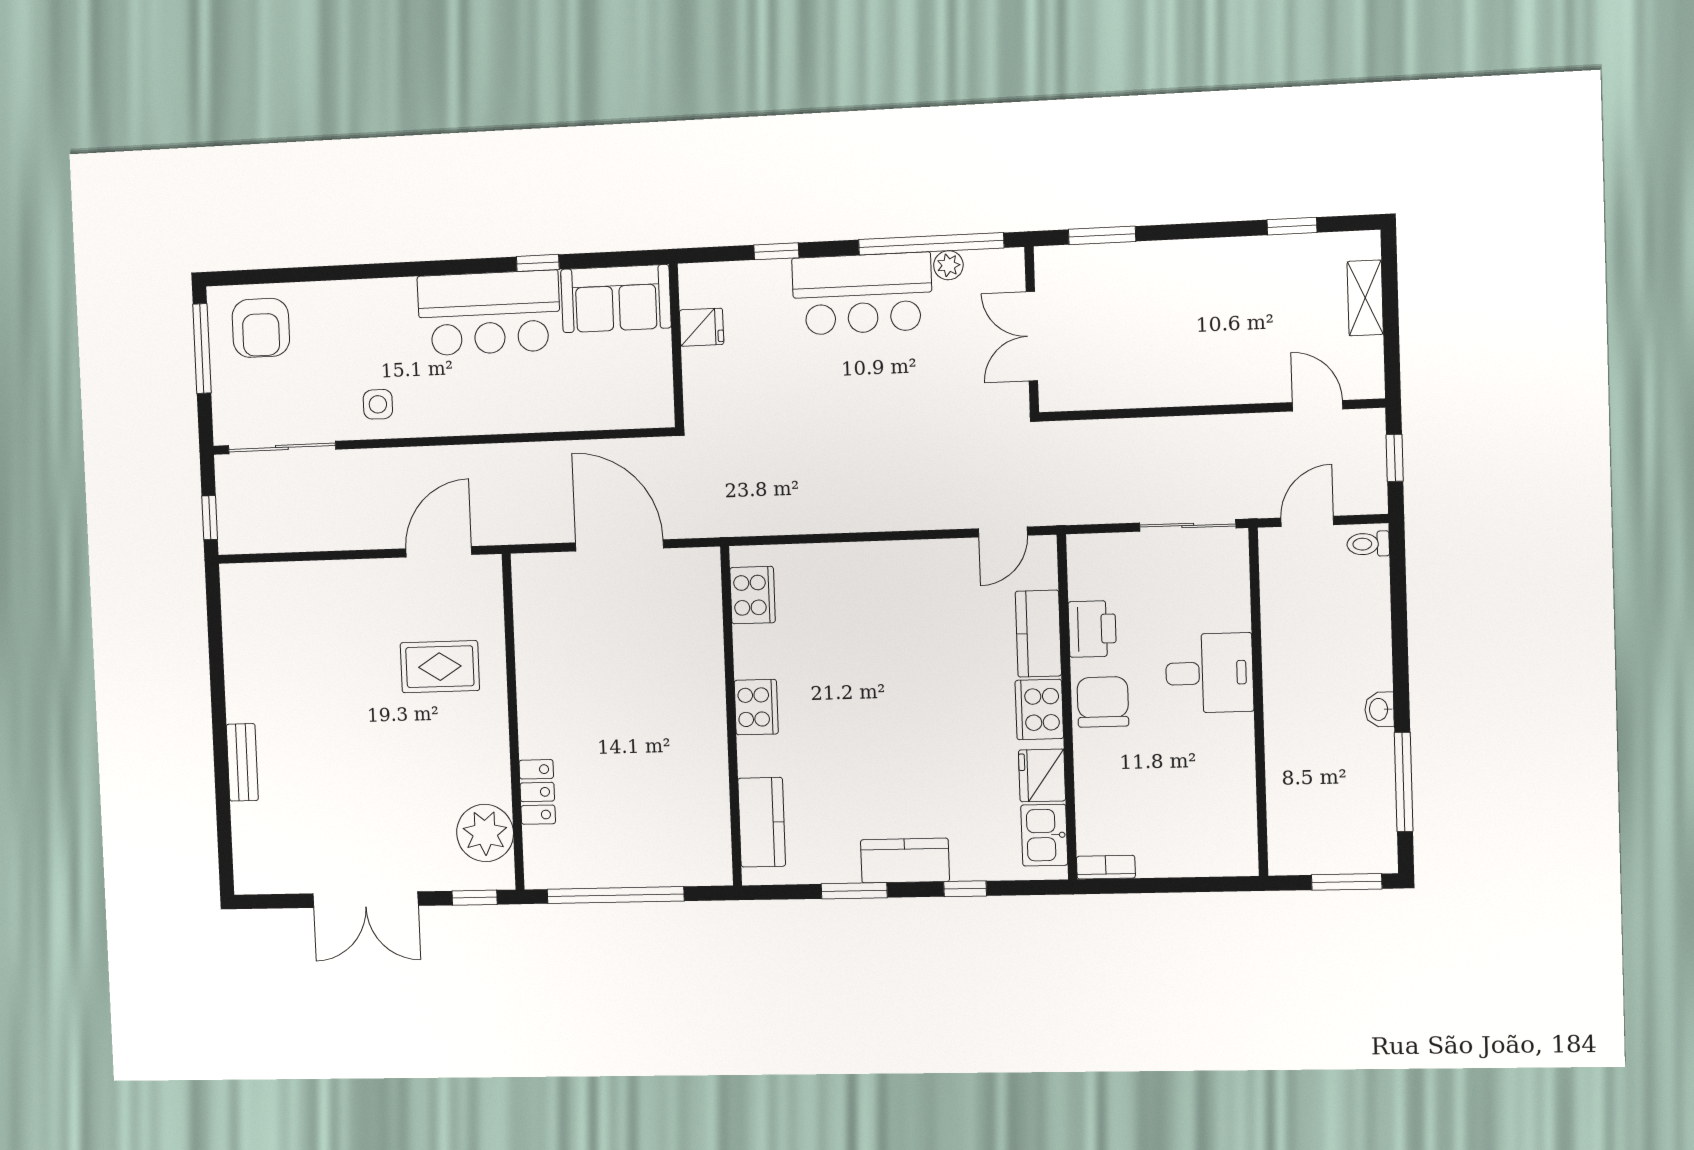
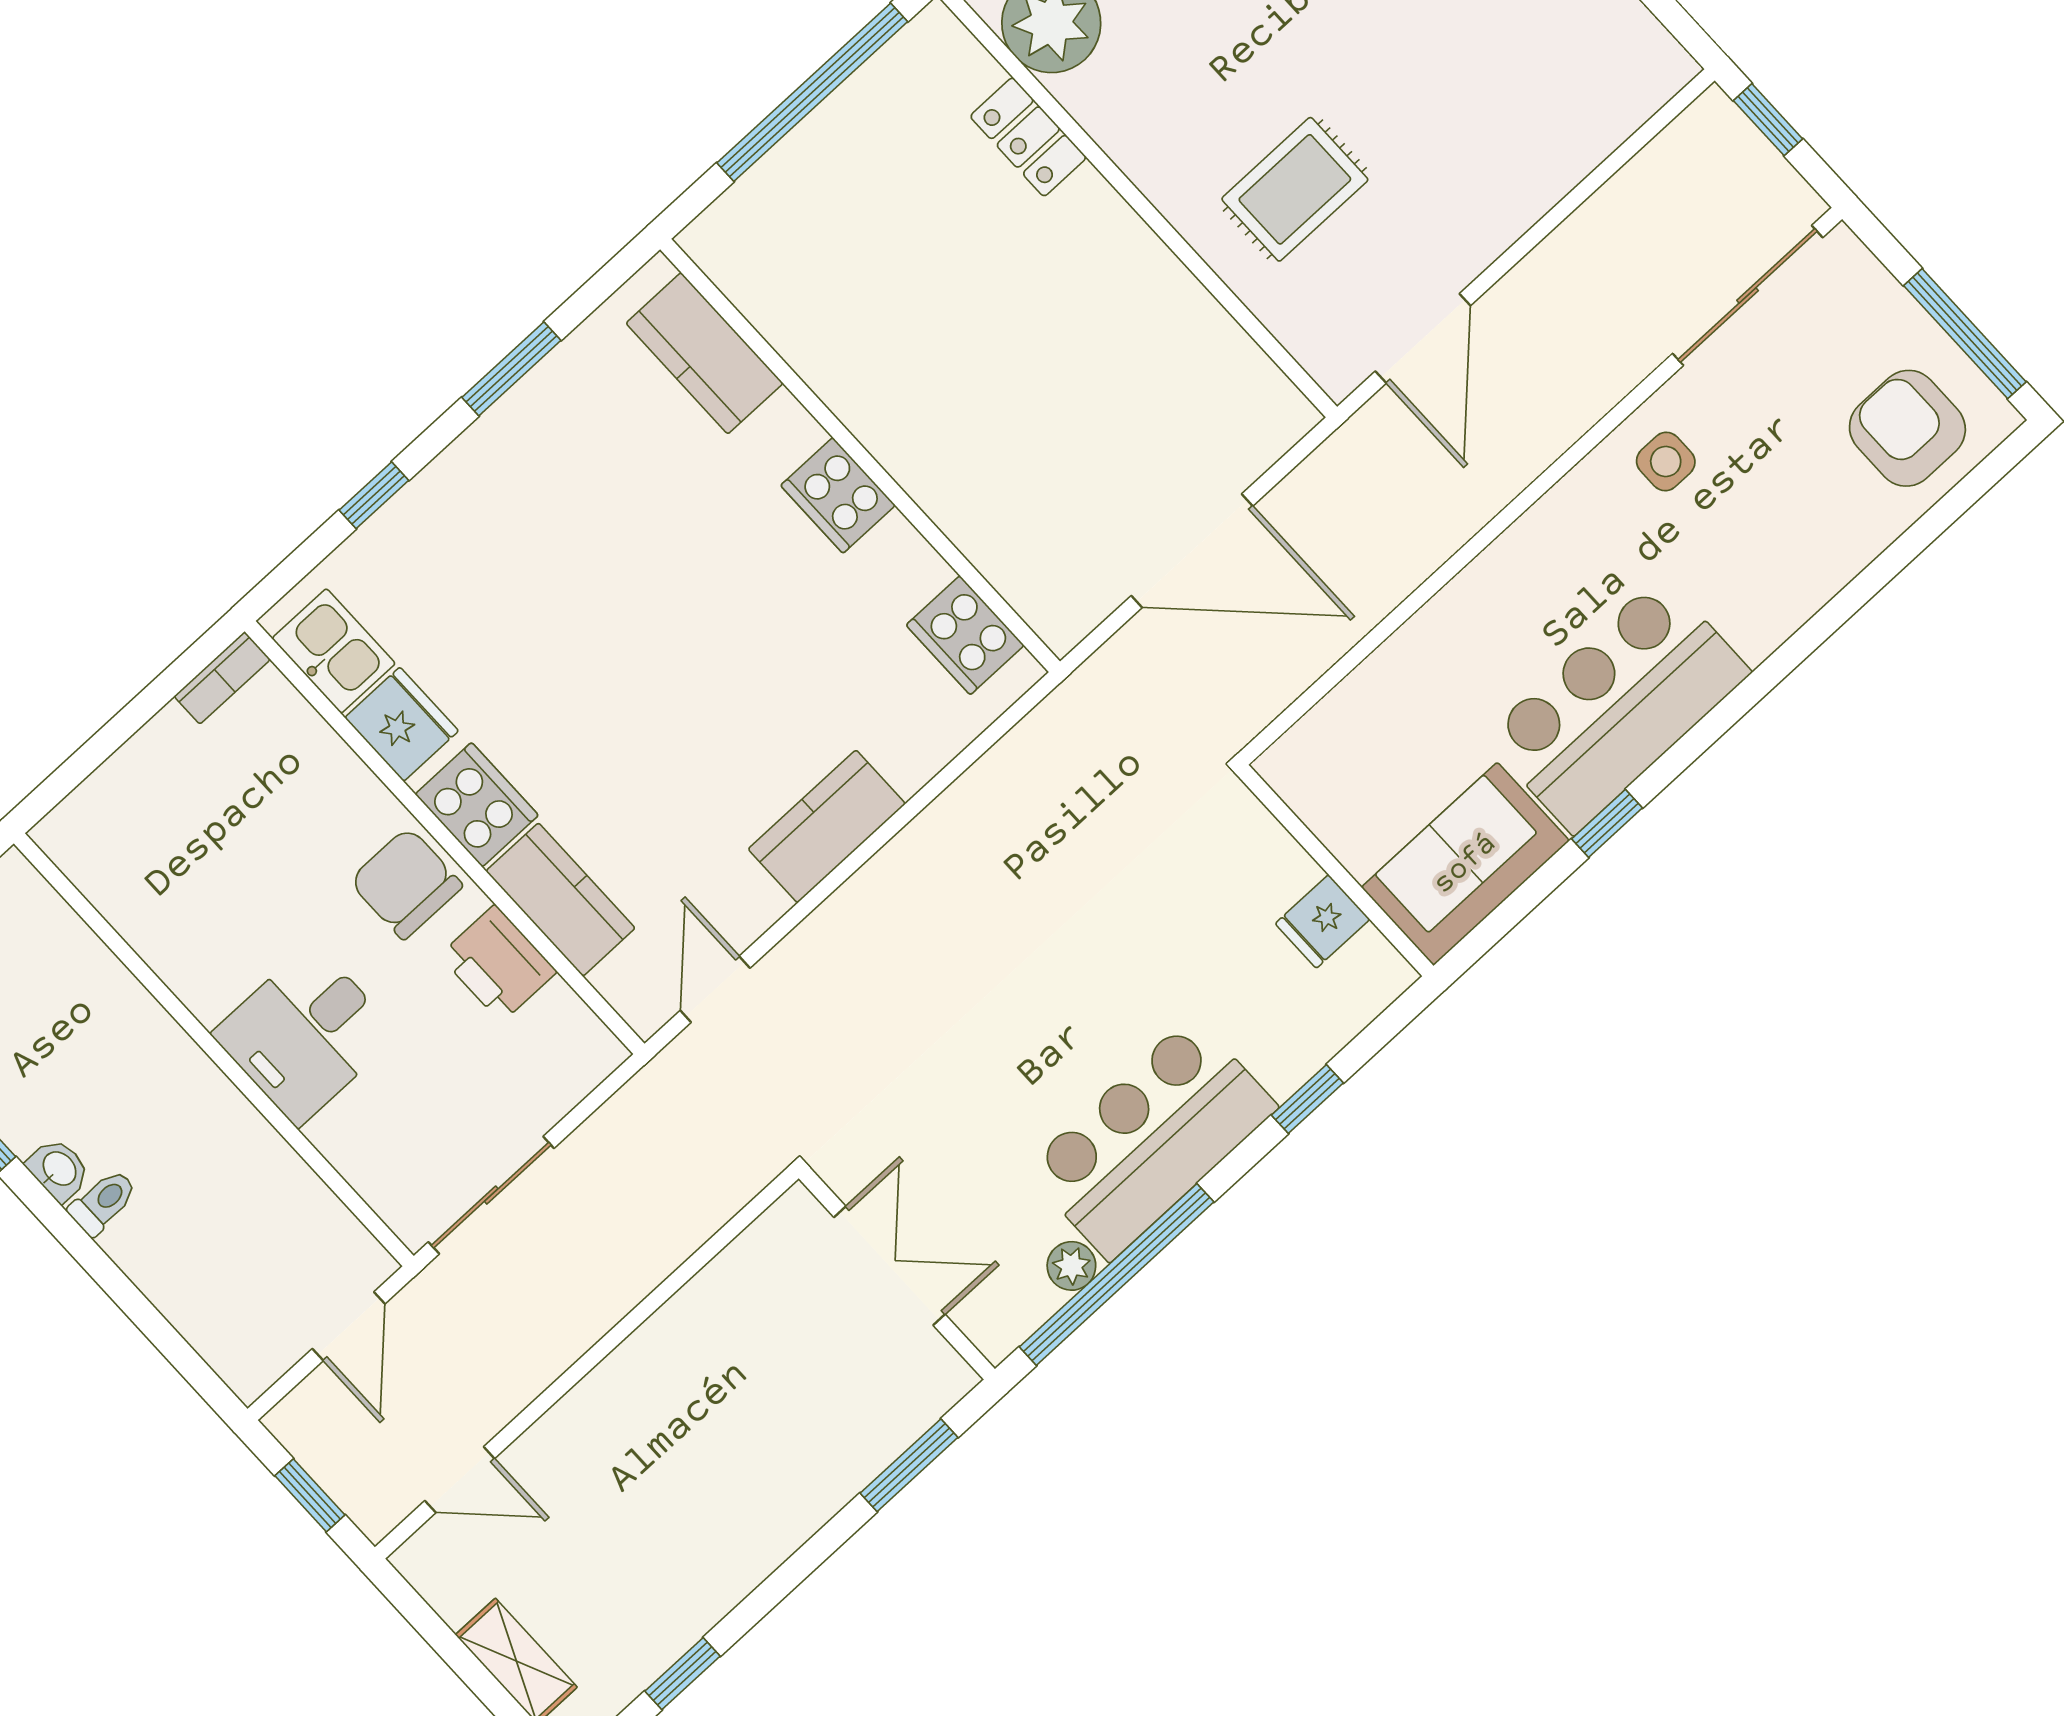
toilet: (1368, 544) -> (103, 1202), moved
chair: (1103, 702) -> (406, 883), turned 180
kitchen counter: (905, 861) -> (827, 826), moved, turned 180

